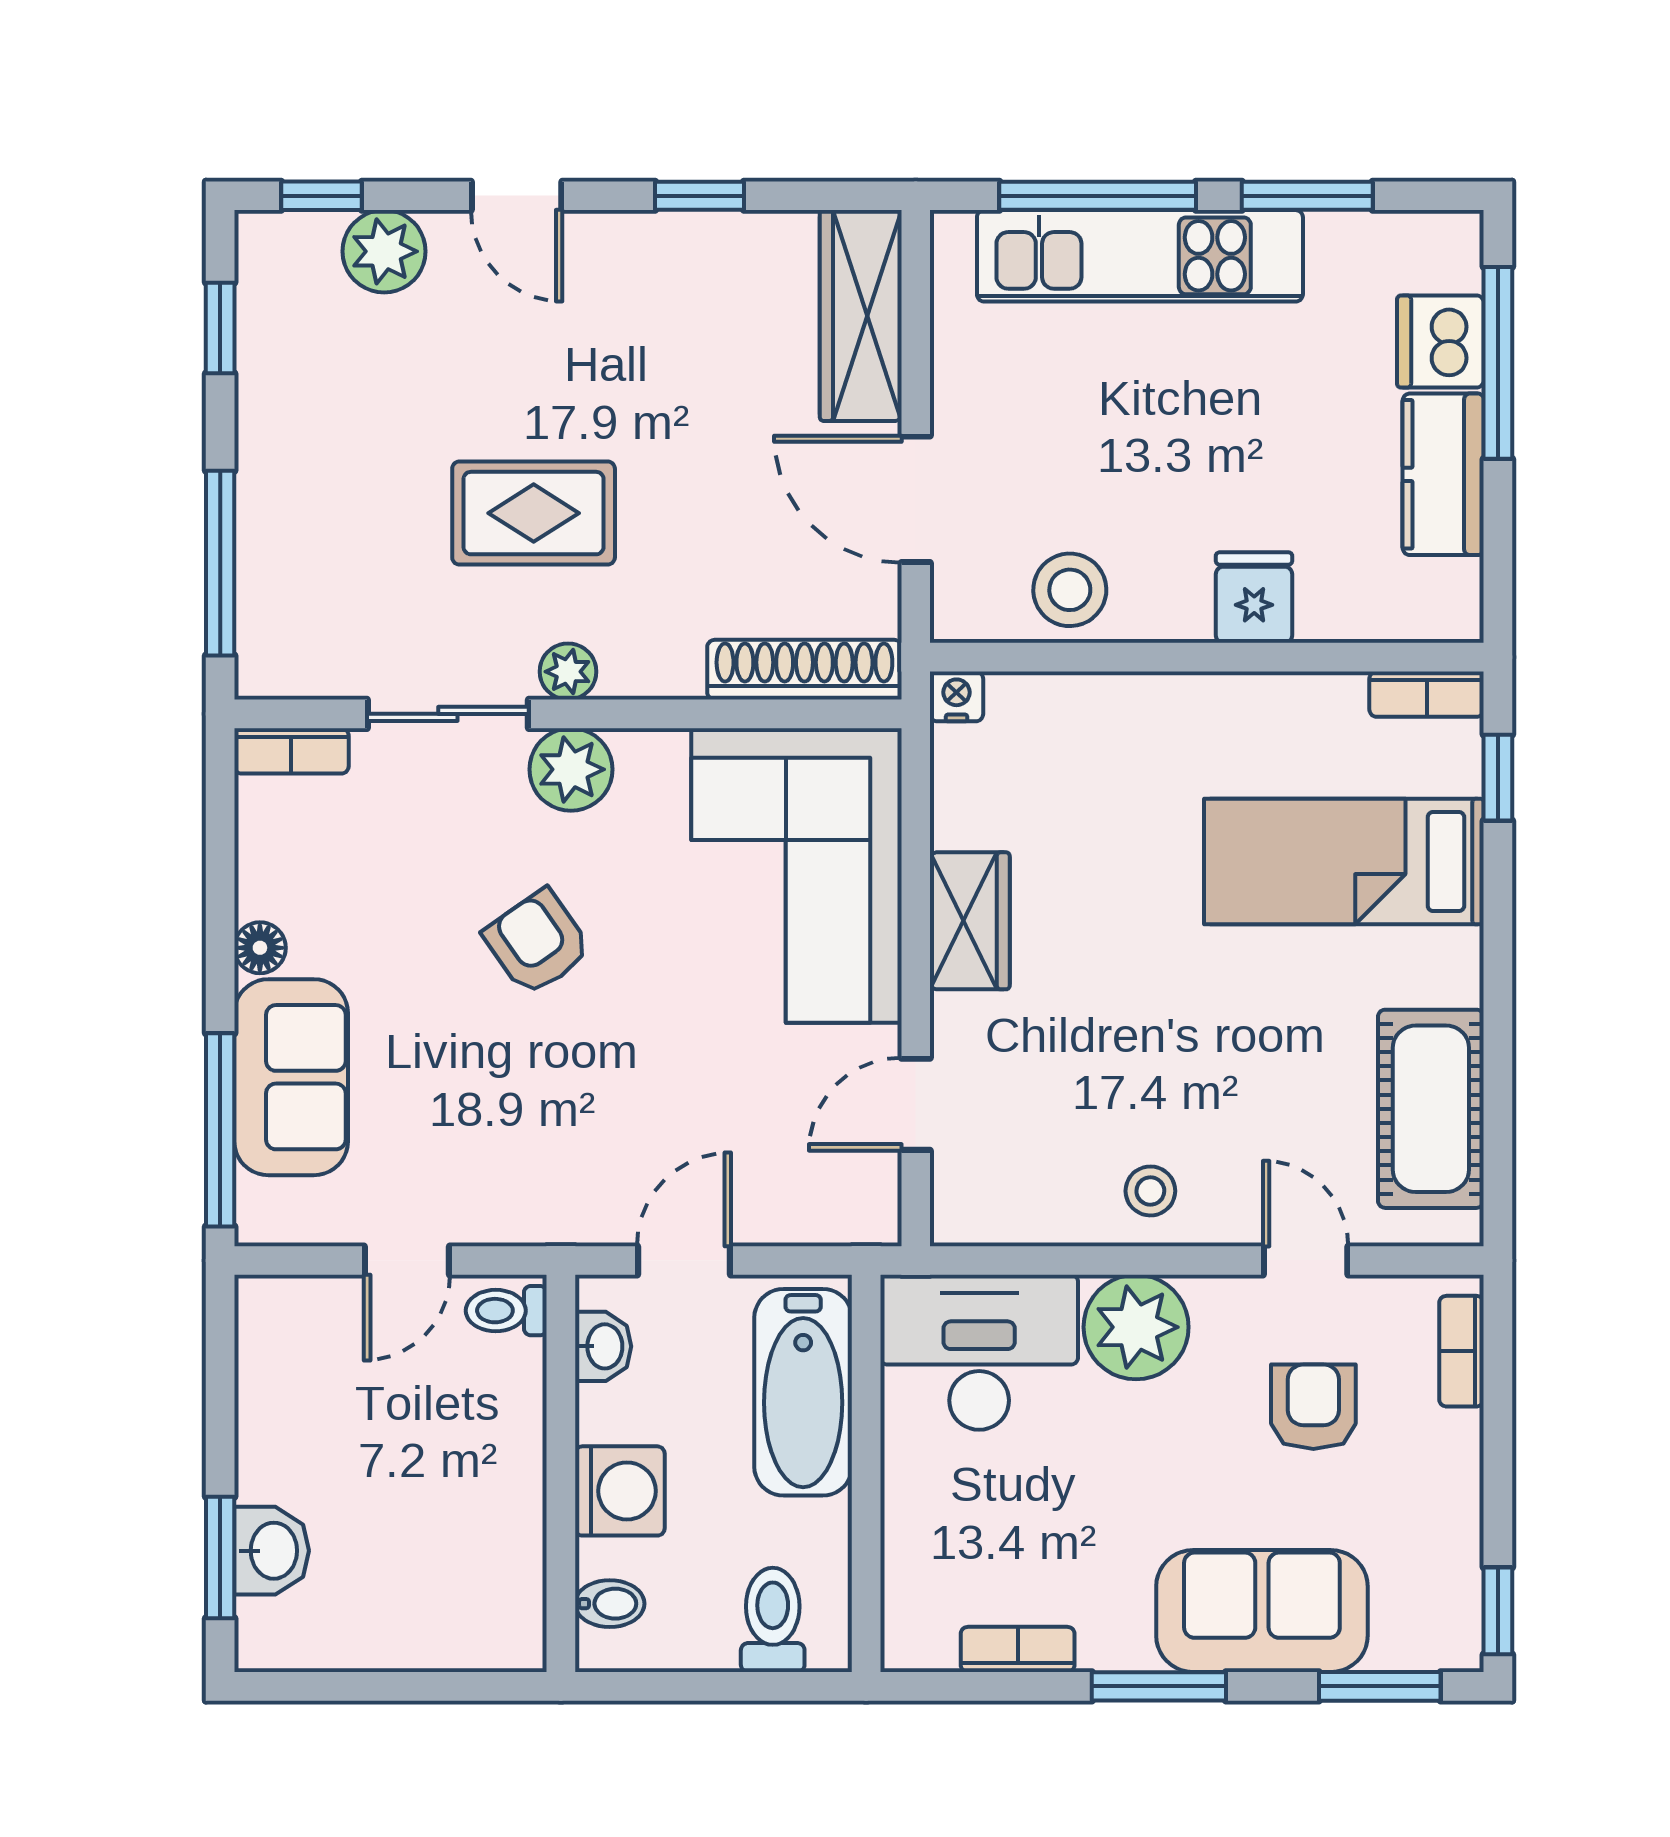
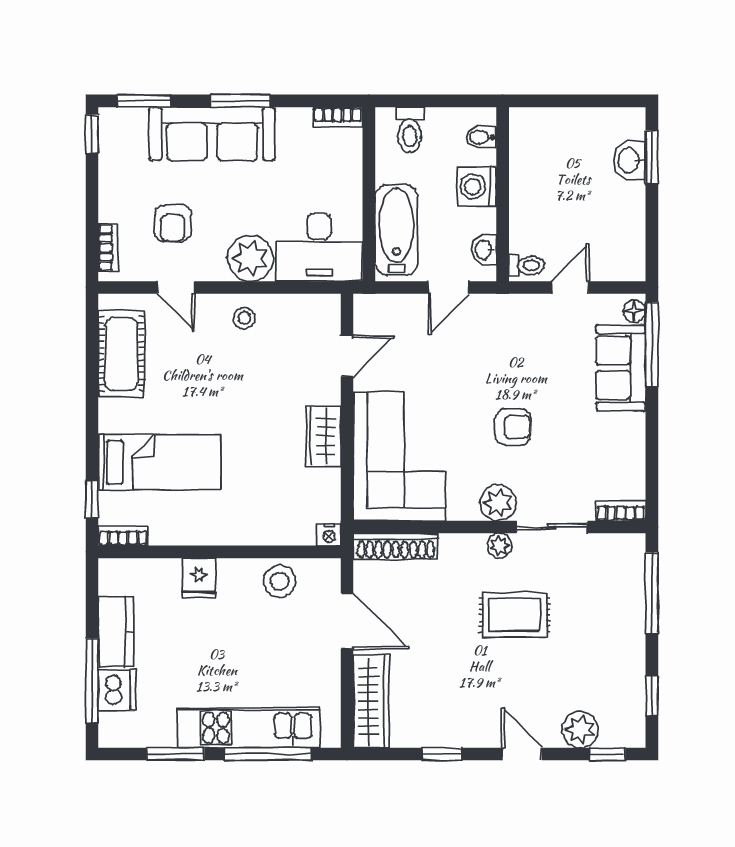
armchair: (537, 943) -> (513, 427), turned -55
floor lamp: (260, 948) -> (634, 311), moved
sofa: (1262, 1611) -> (212, 134), width x1.36
bookcase: (1018, 1649) -> (338, 117), moved

